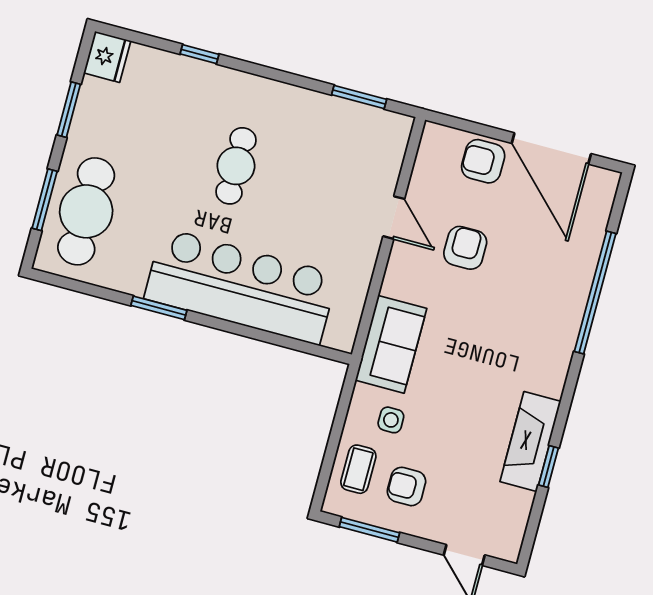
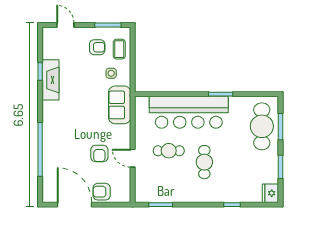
armchair: (483, 161) -> (102, 192), turned 180
cafe table: (309, 213) -> (169, 151), added

